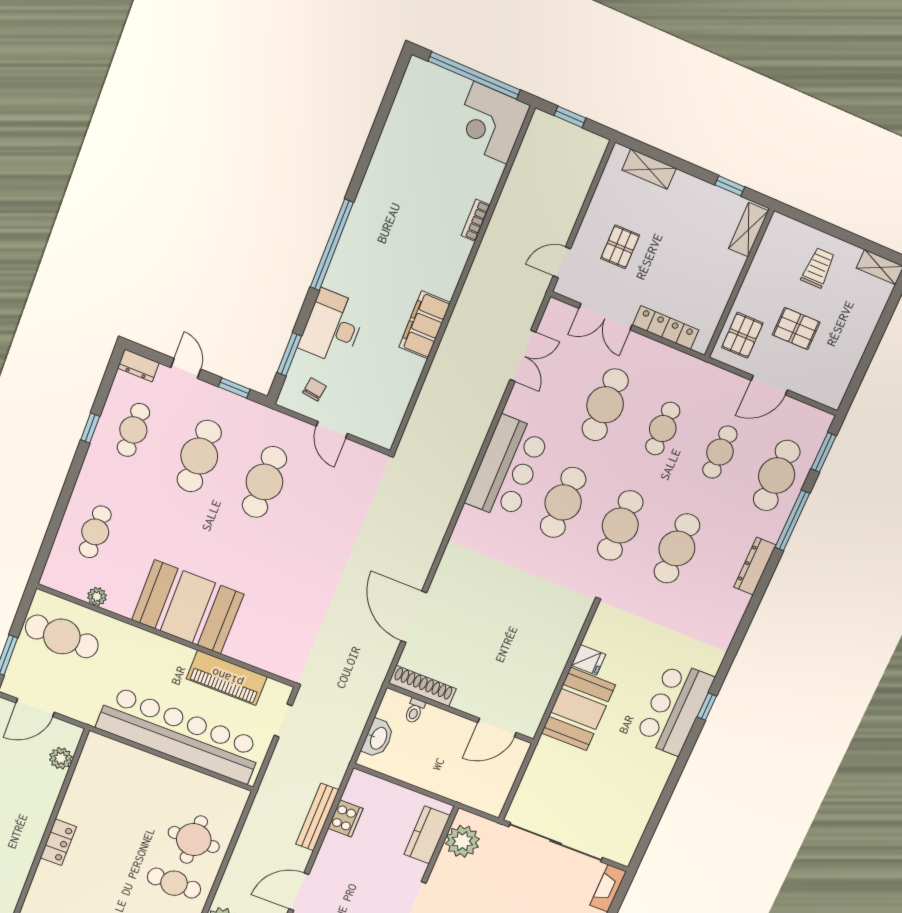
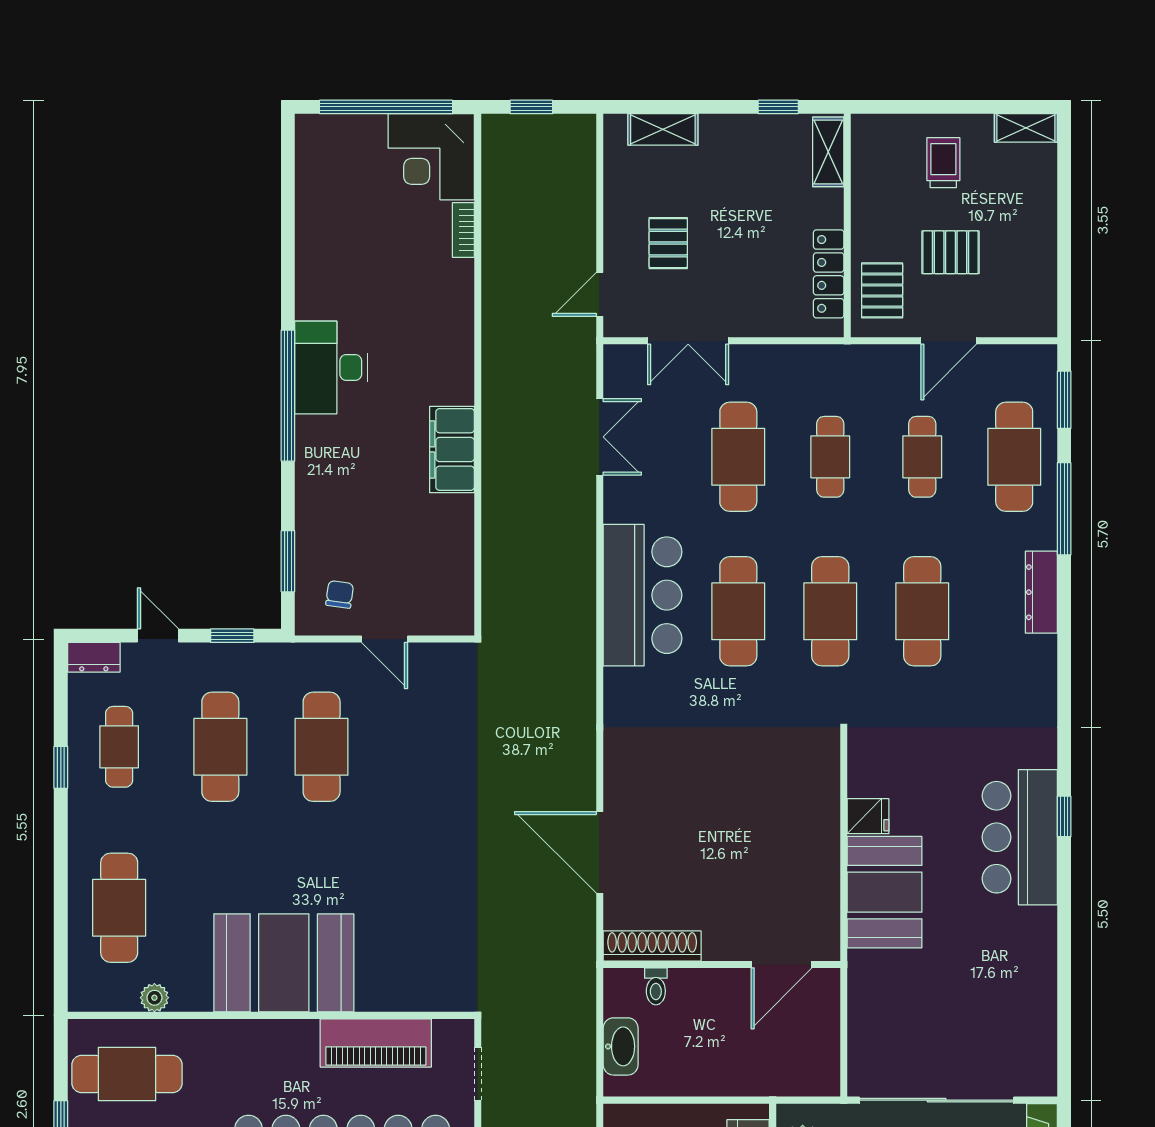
bookcase: (476, 220) -> (463, 230), moved
desk: (332, 327) -> (331, 367), moved
locker: (666, 328) -> (829, 274), moved, turned -90
cafe table: (95, 532) -> (119, 908), width x1.37, depth x1.35

